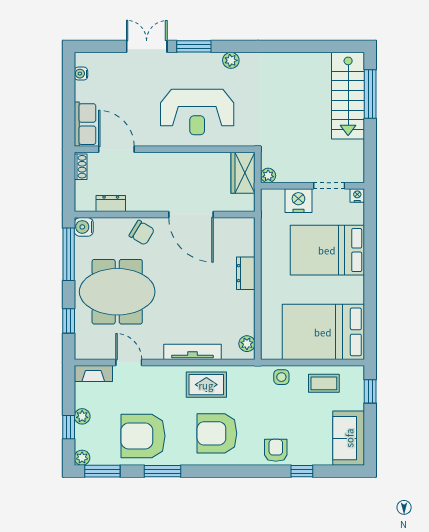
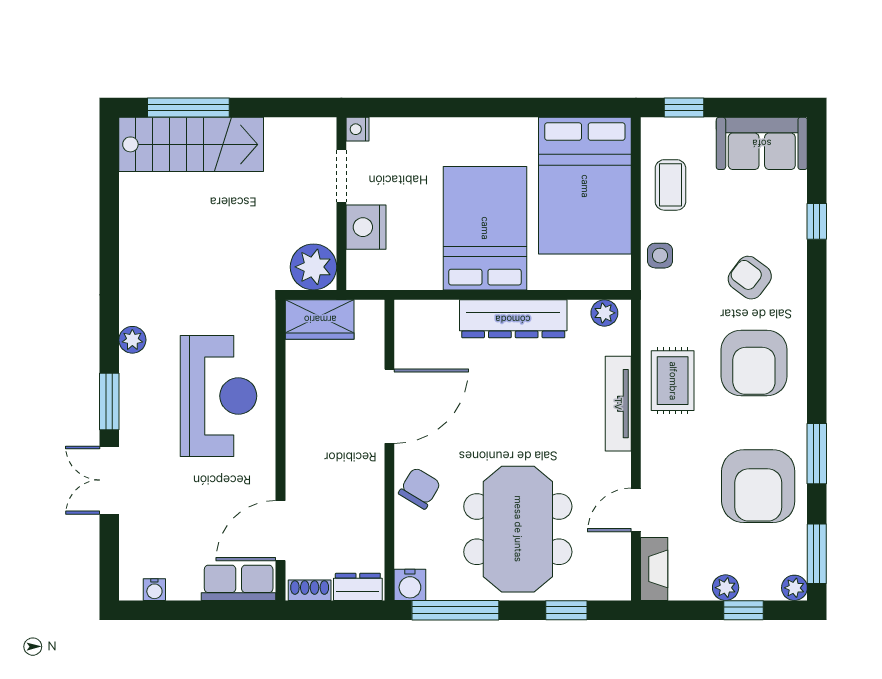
plant: (268, 176) -> (313, 267), width x1.88, depth x1.88
dresser: (111, 204) -> (358, 587), moved, turned 90
bed: (327, 250) -> (485, 228), moved, turned 180
dresser: (246, 273) -> (513, 319), width x1.96, depth x1.24
armchair: (276, 450) -> (750, 278), moved, turned 37

